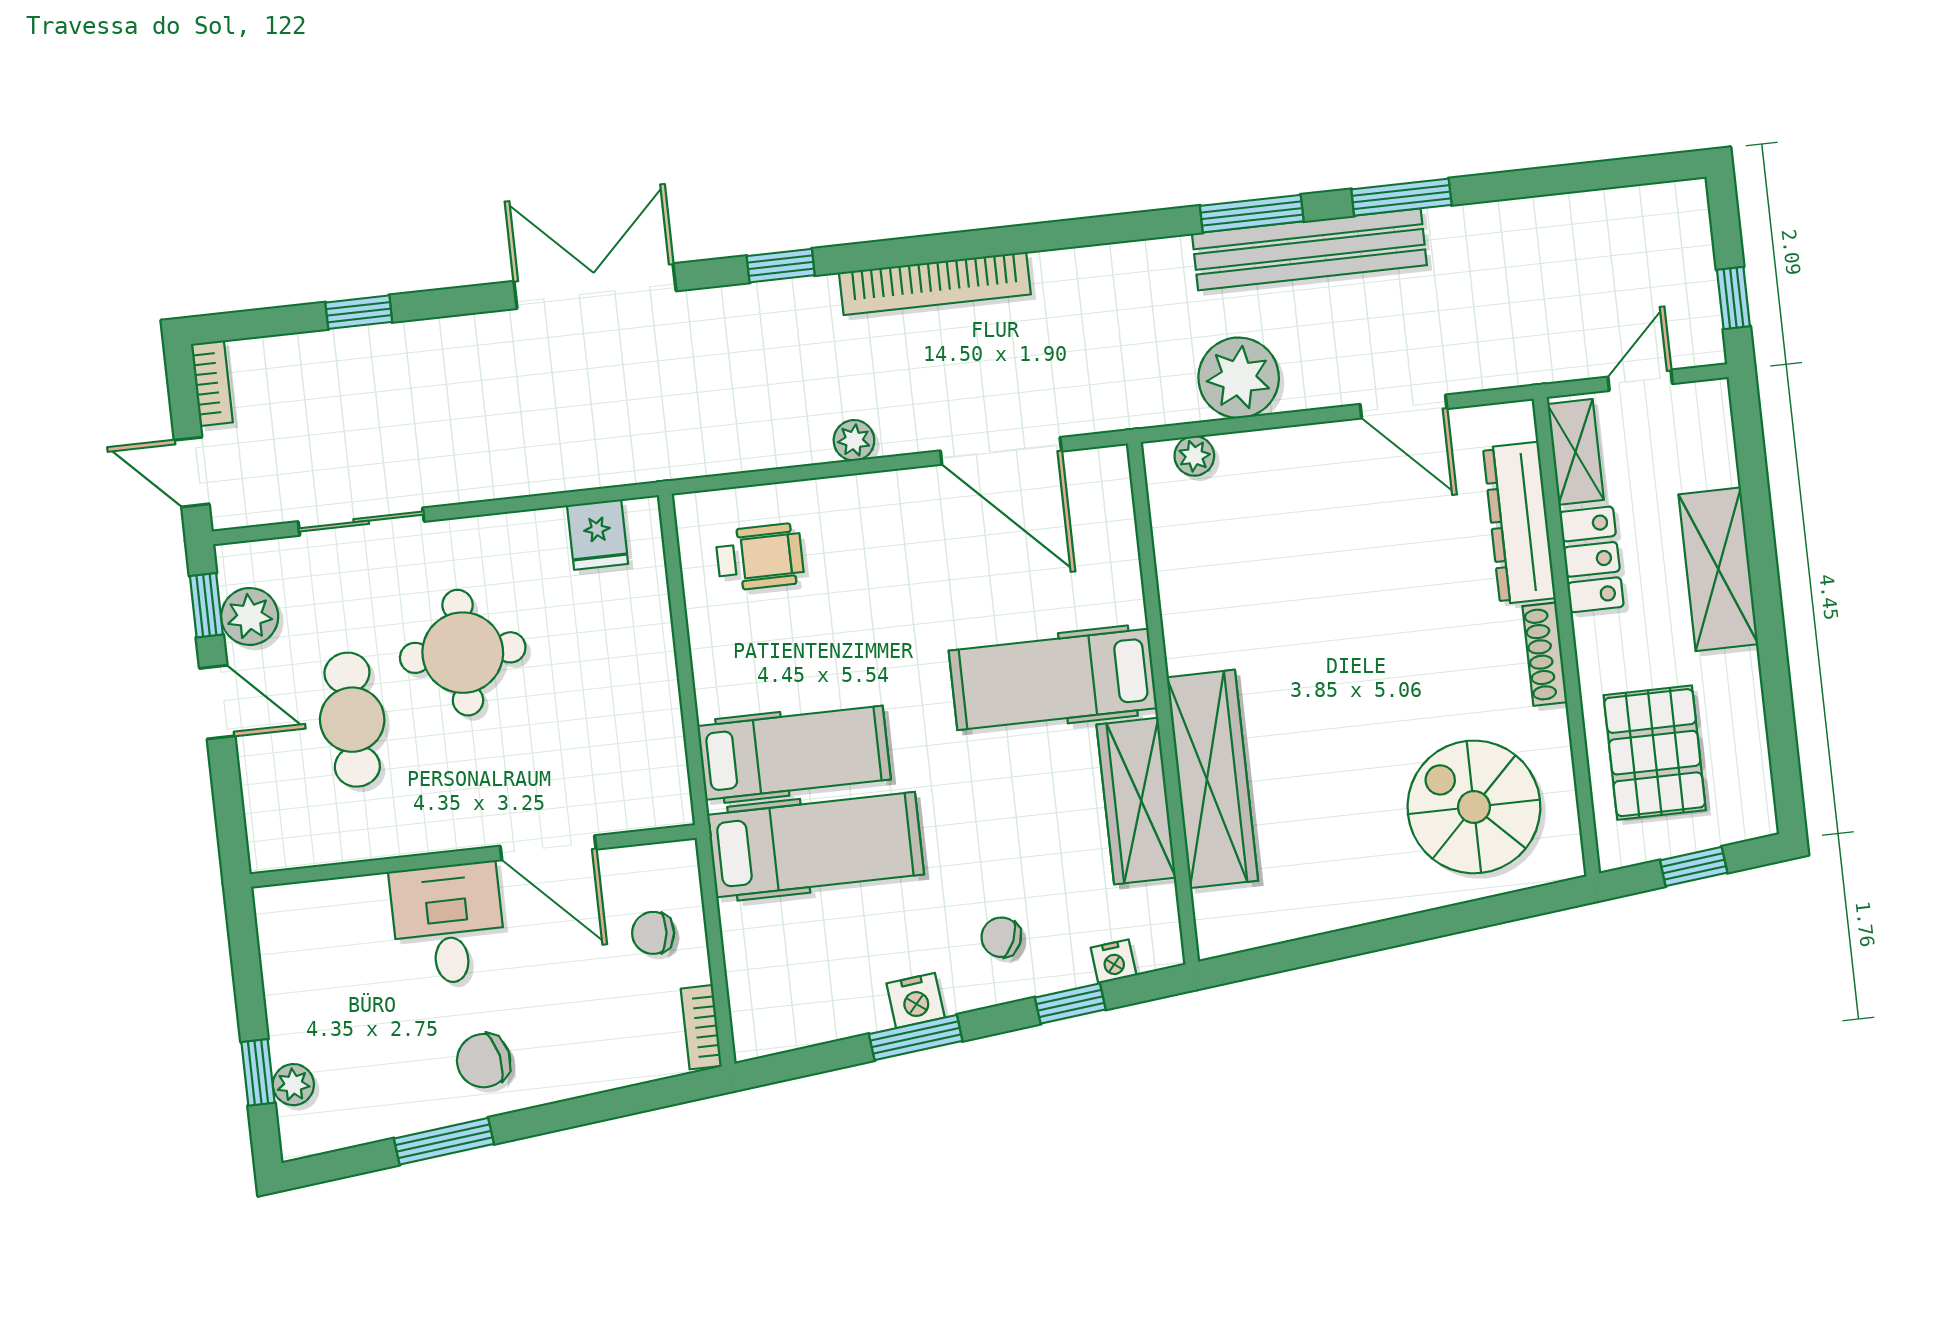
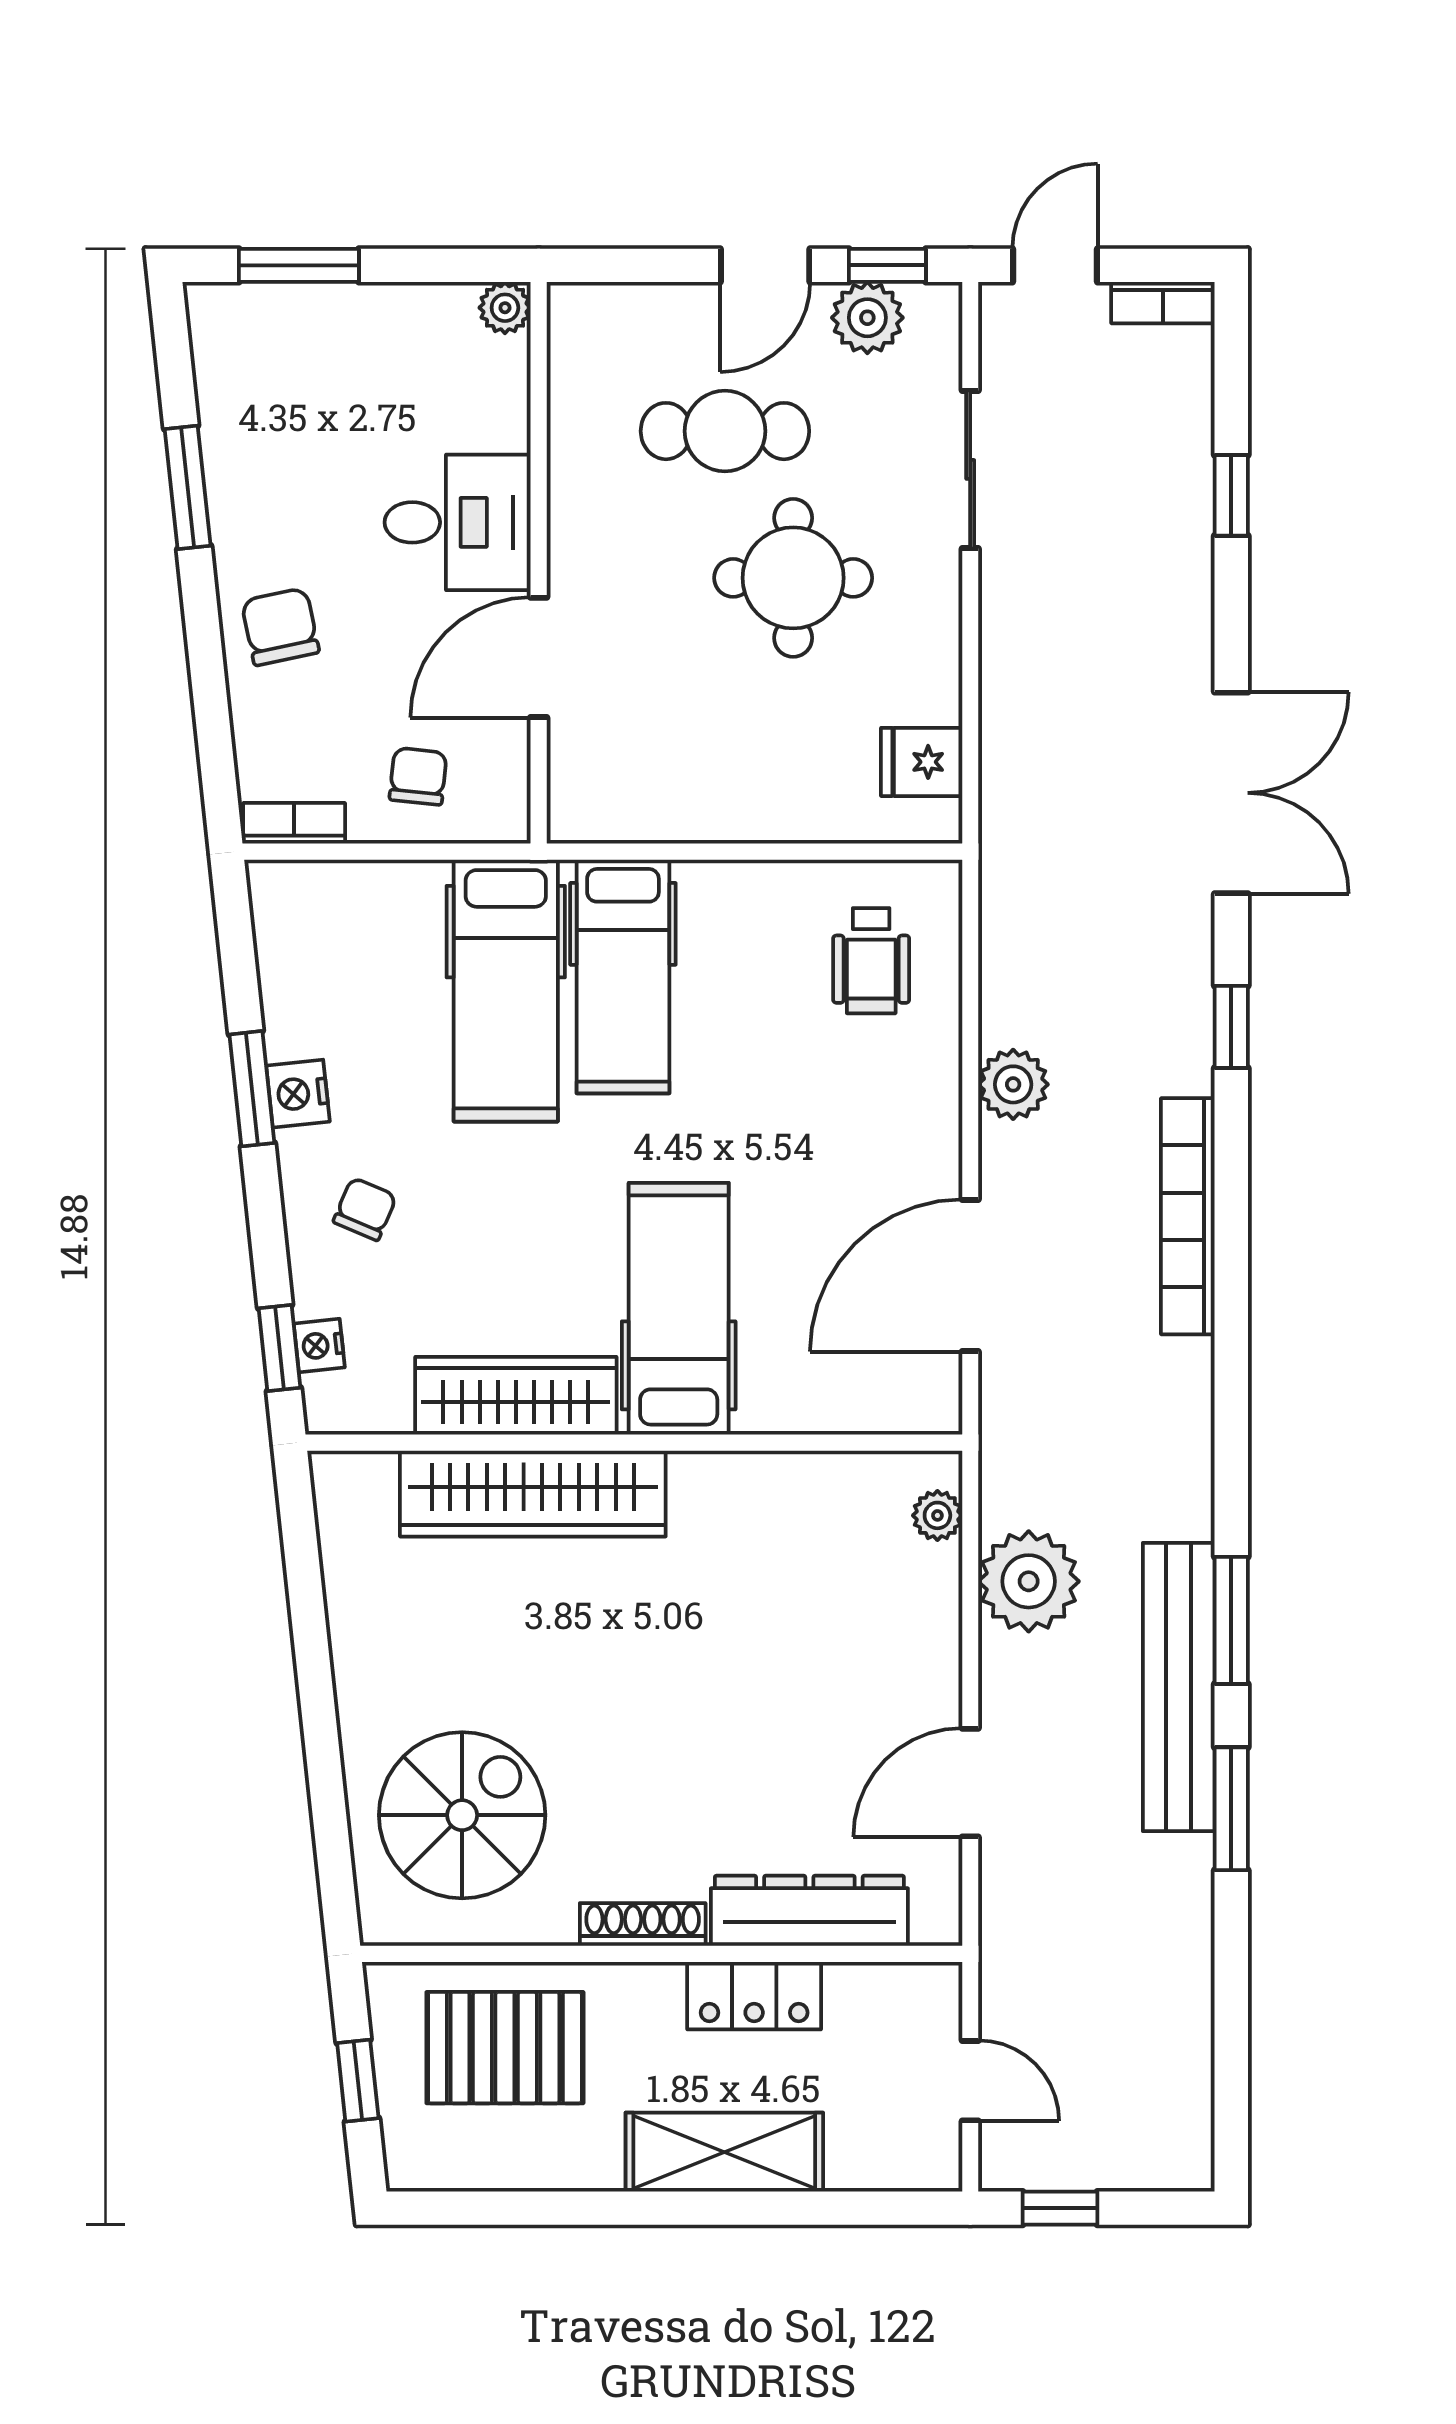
plant: (854, 440) -> (1013, 1084), width x1.38, depth x1.38
shelving: (1575, 452) -> (890, 1990), removed
window: (1070, 1004) -> (280, 1348), moved
chair: (484, 1061) -> (280, 627), moved
window: (258, 1072) -> (299, 265), width x1.50
plant: (293, 1085) -> (505, 308), moved

